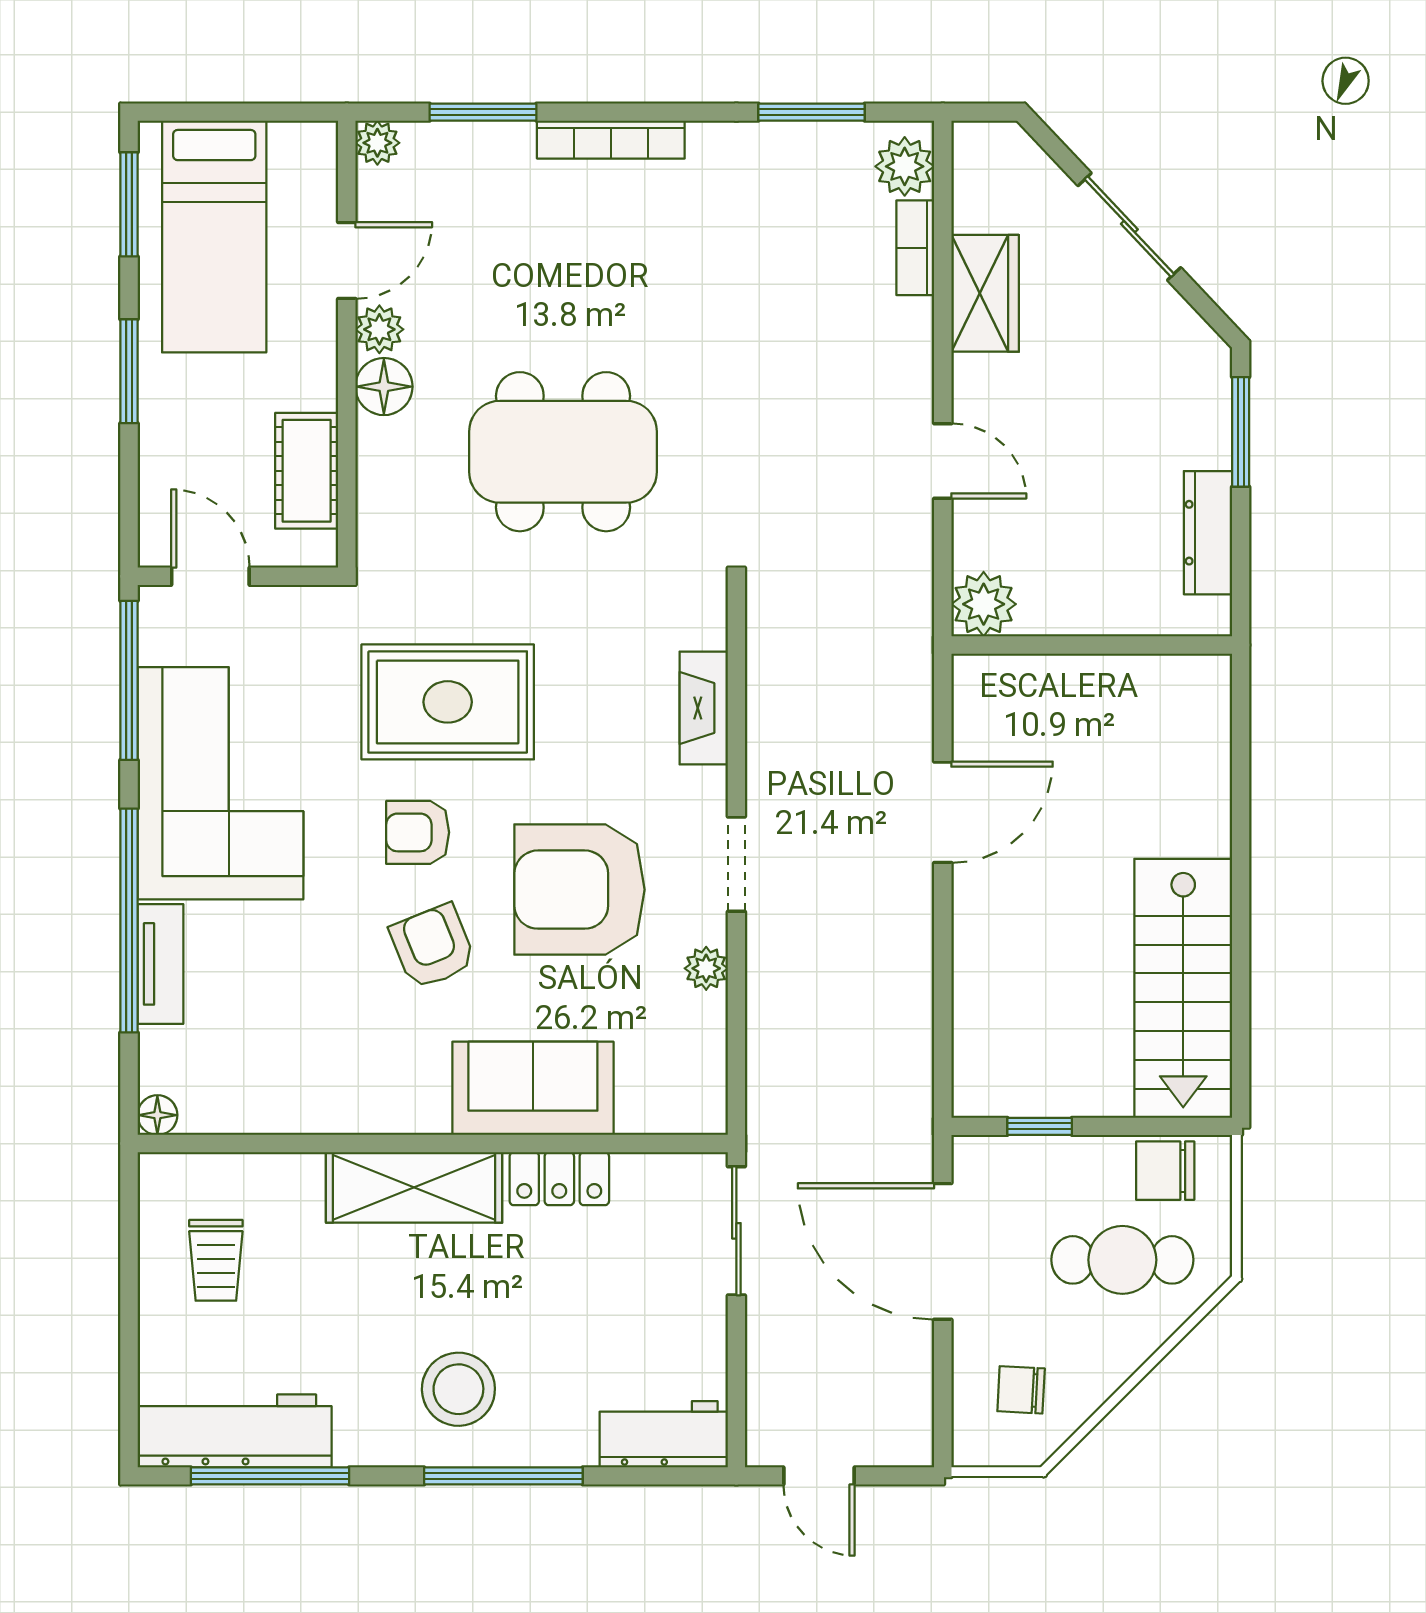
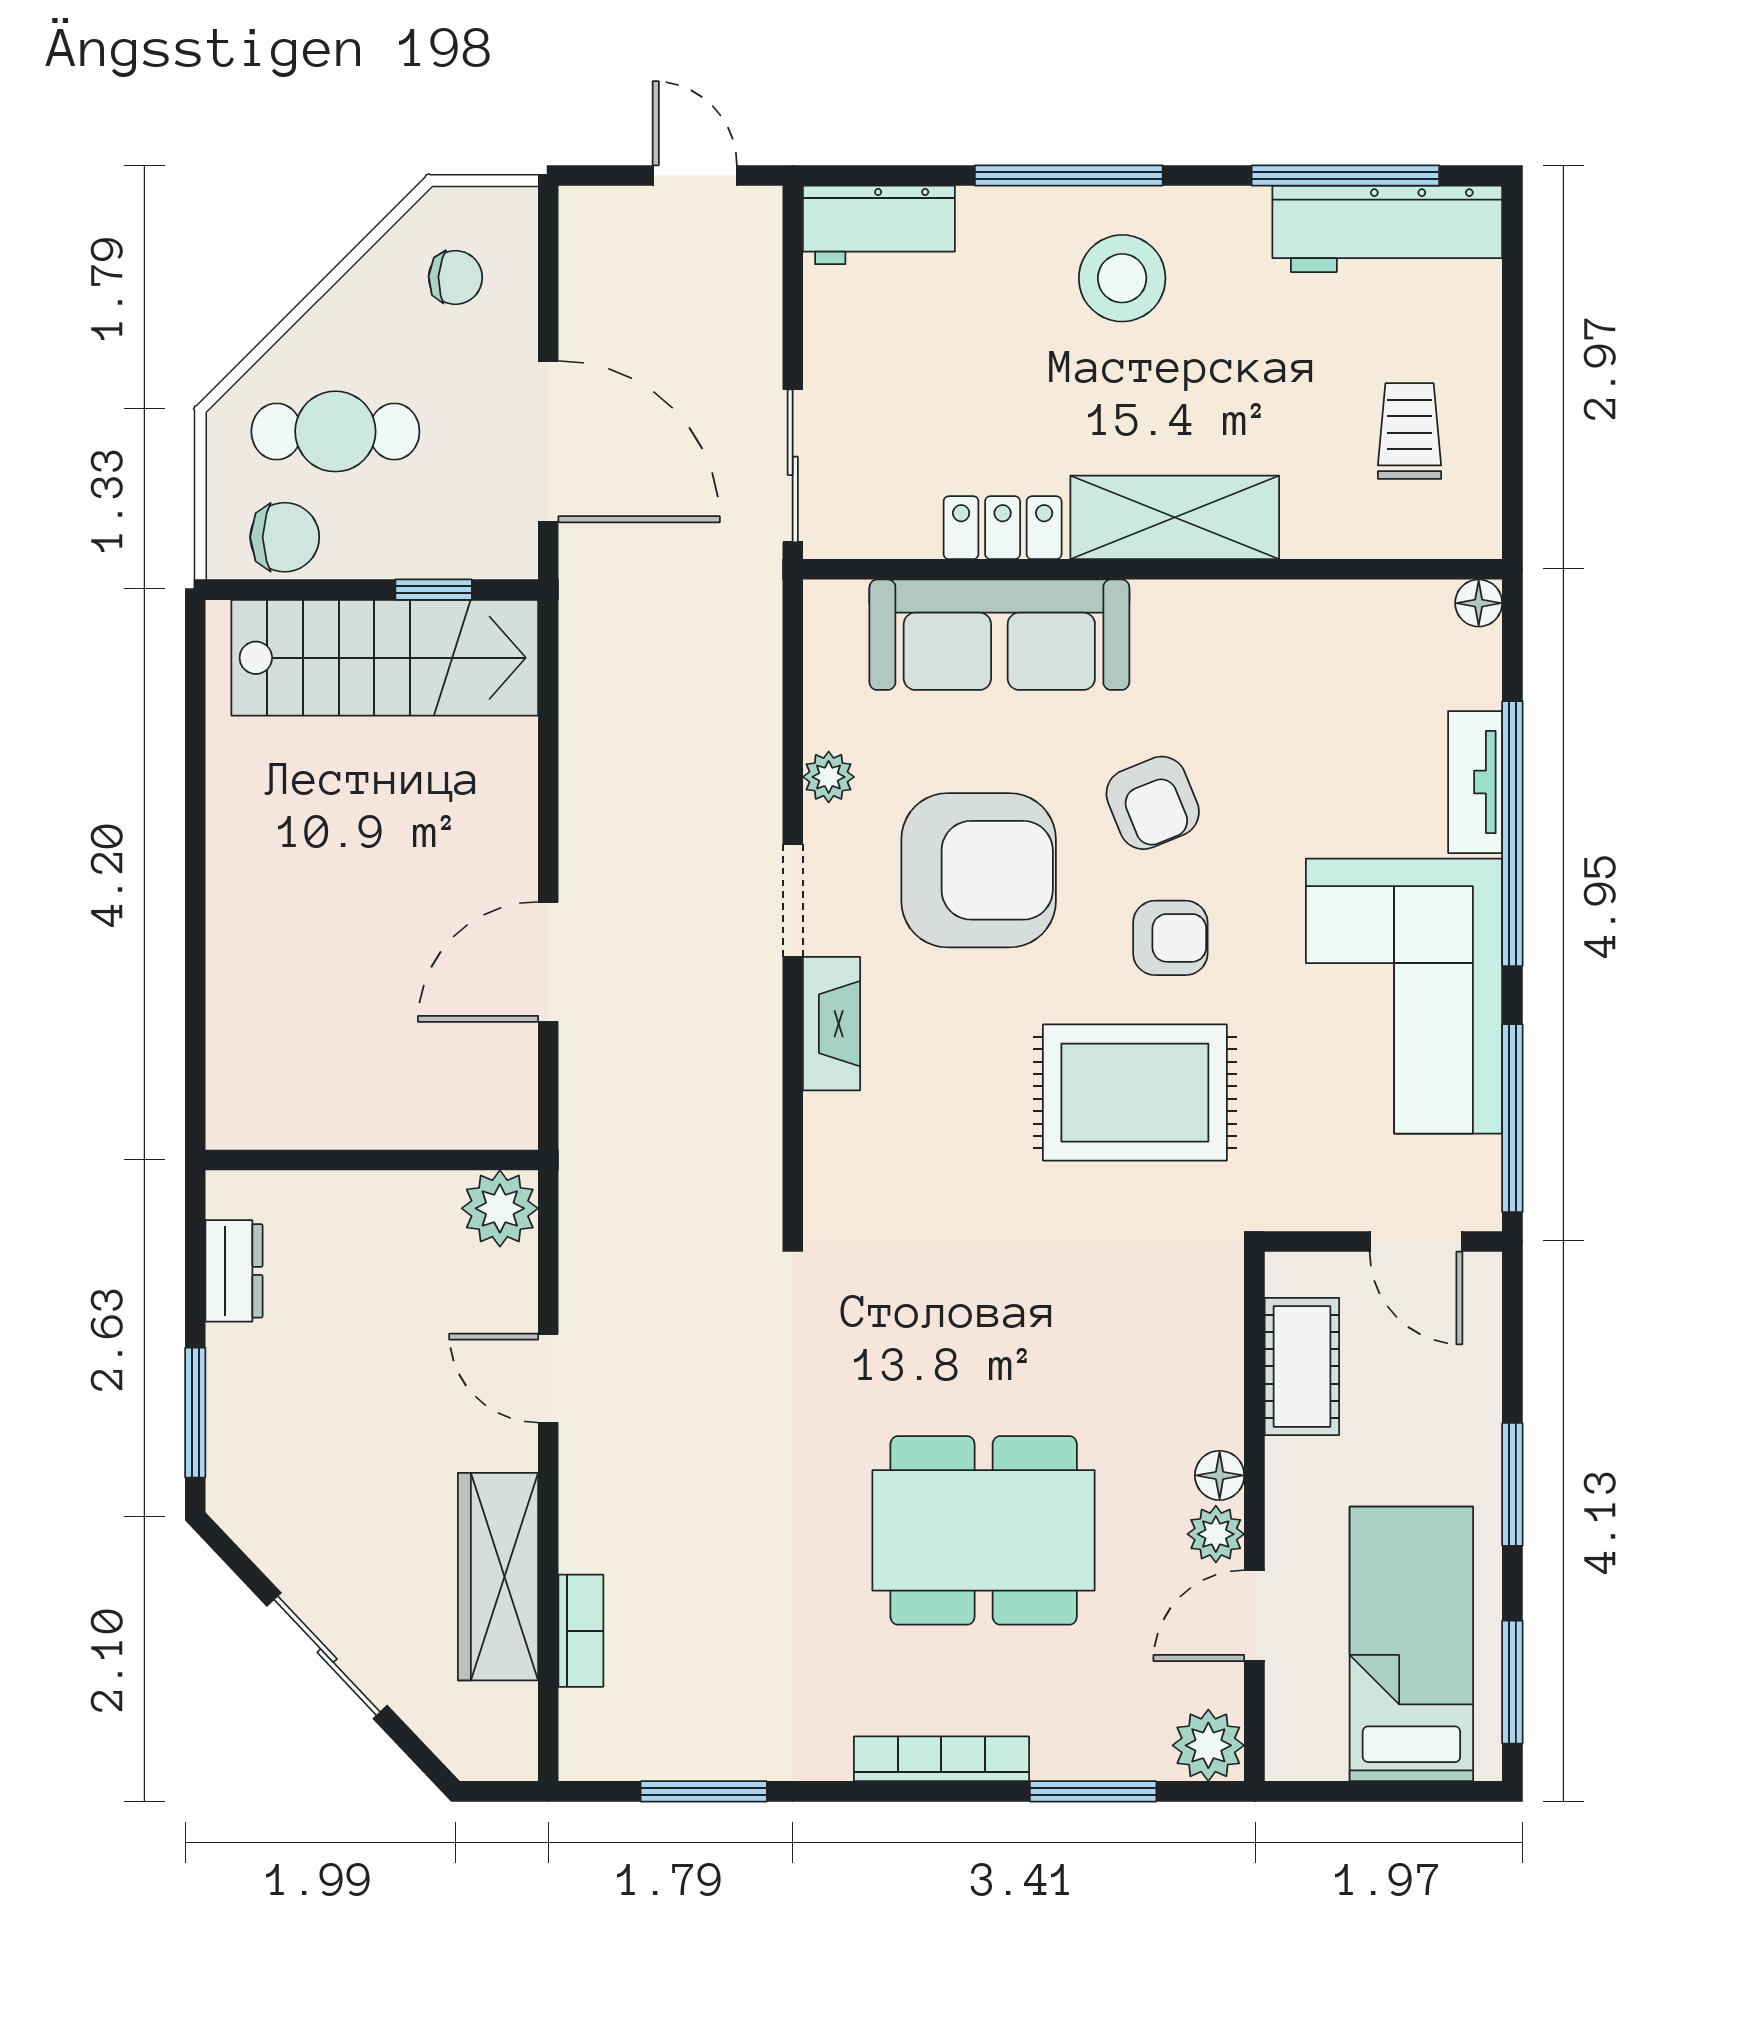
plant: (377, 143) -> (1208, 1745), width x1.38, depth x1.38
plant: (905, 166) -> (593, 1727), removed
wardrobe: (985, 293) -> (498, 1577), width x1.50
floor lamp: (384, 387) -> (1220, 1475), width x0.73, depth x0.73
dining table: (563, 452) -> (984, 1530), moved
dresser: (1208, 533) -> (234, 1271), width x0.70
fireplace: (704, 708) -> (831, 1024), moved
stairs: (1183, 988) -> (385, 658), moved, turned 90
sofa: (533, 1088) -> (999, 635), width x1.36

